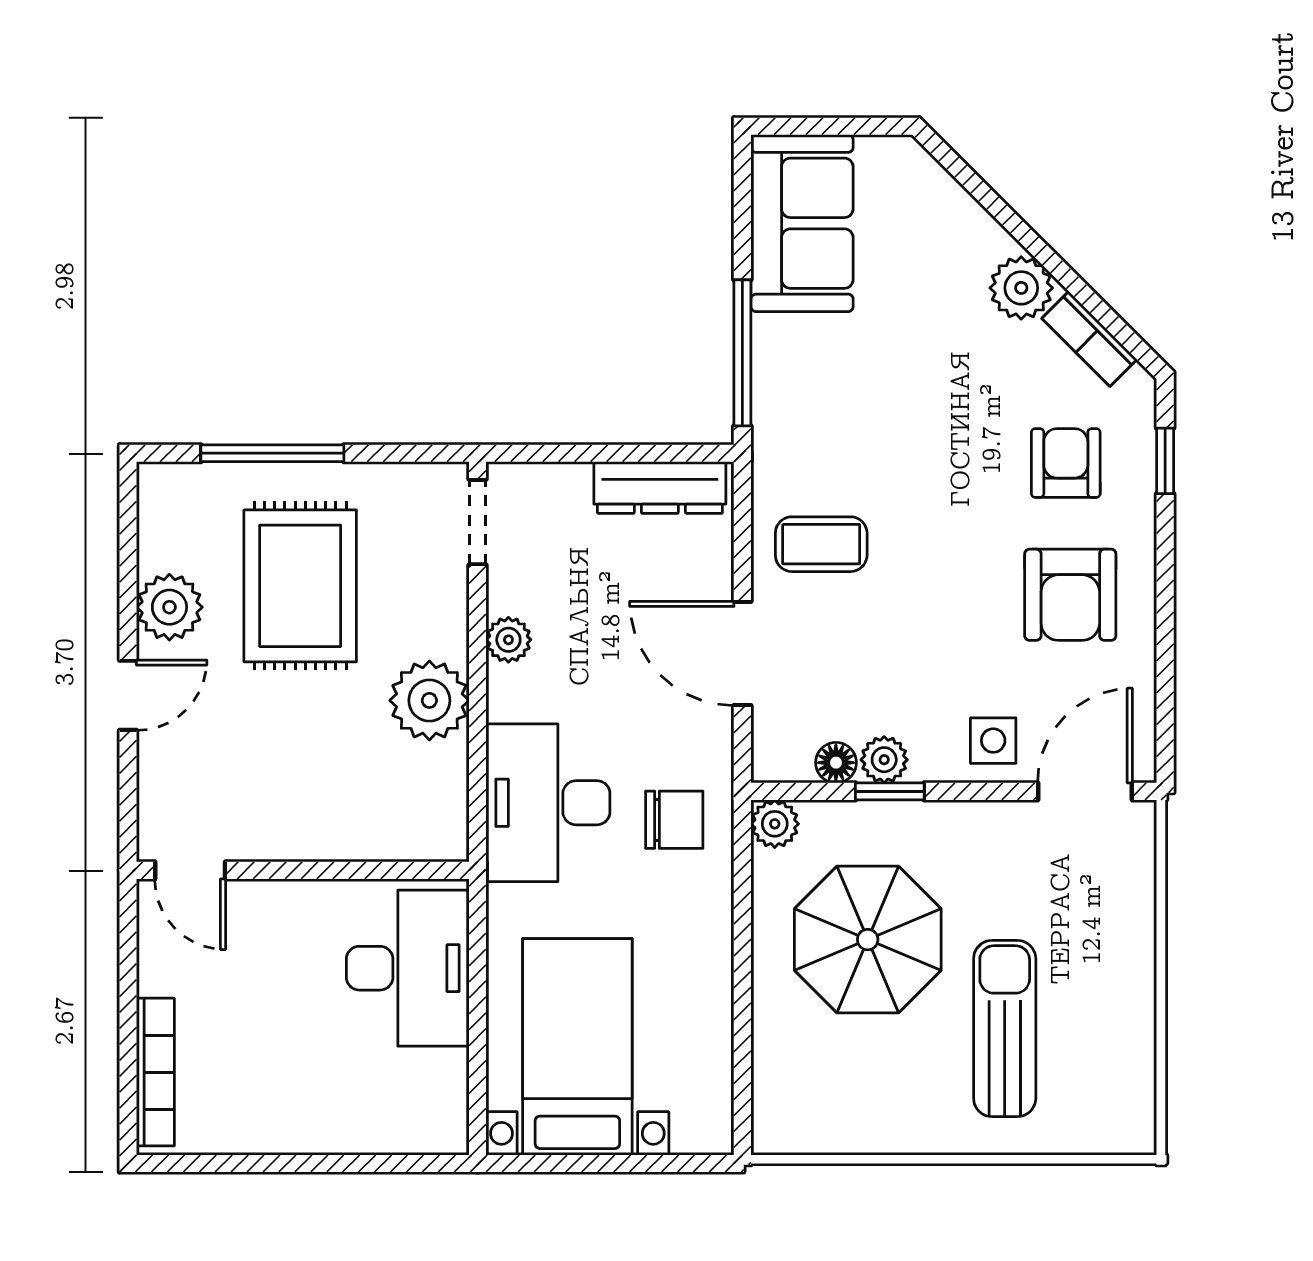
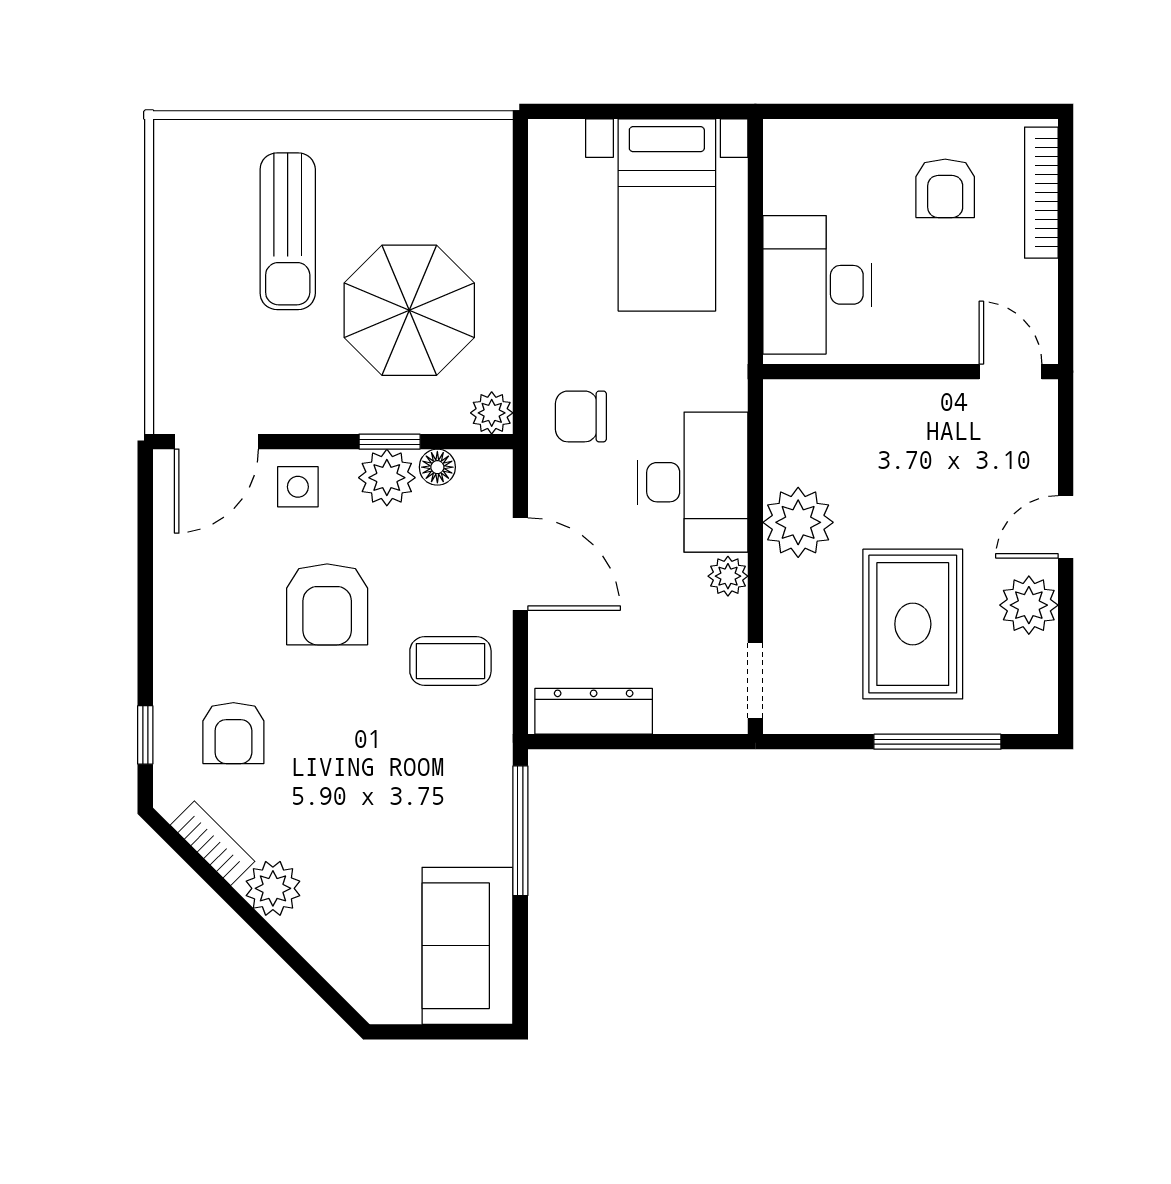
armchair: (1070, 595) -> (327, 604), moved, turned 180
plant: (884, 760) -> (387, 478), width x1.38, depth x1.38
desk: (548, 803) -> (693, 482), moved
armchair: (264, 1077) -> (945, 188), added

